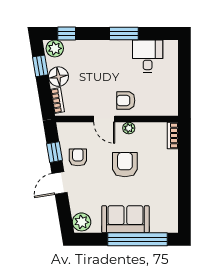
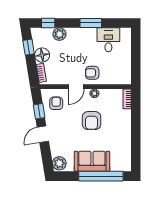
plant: (55, 48) -> (59, 34), moved
door: (104, 119) -> (76, 87), hinge flipped
armchair: (78, 157) -> (56, 103), moved
armchair: (125, 165) -> (92, 121), turned 180

